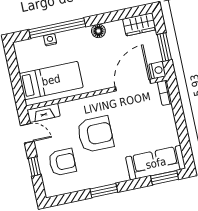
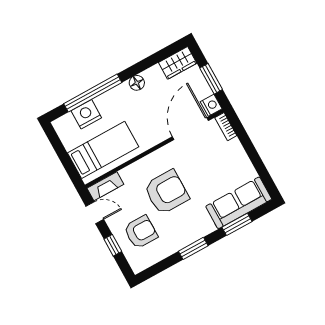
nightstand: (50, 40) -> (86, 114), width x1.89, depth x1.79
window: (165, 178) -> (237, 224), moved

